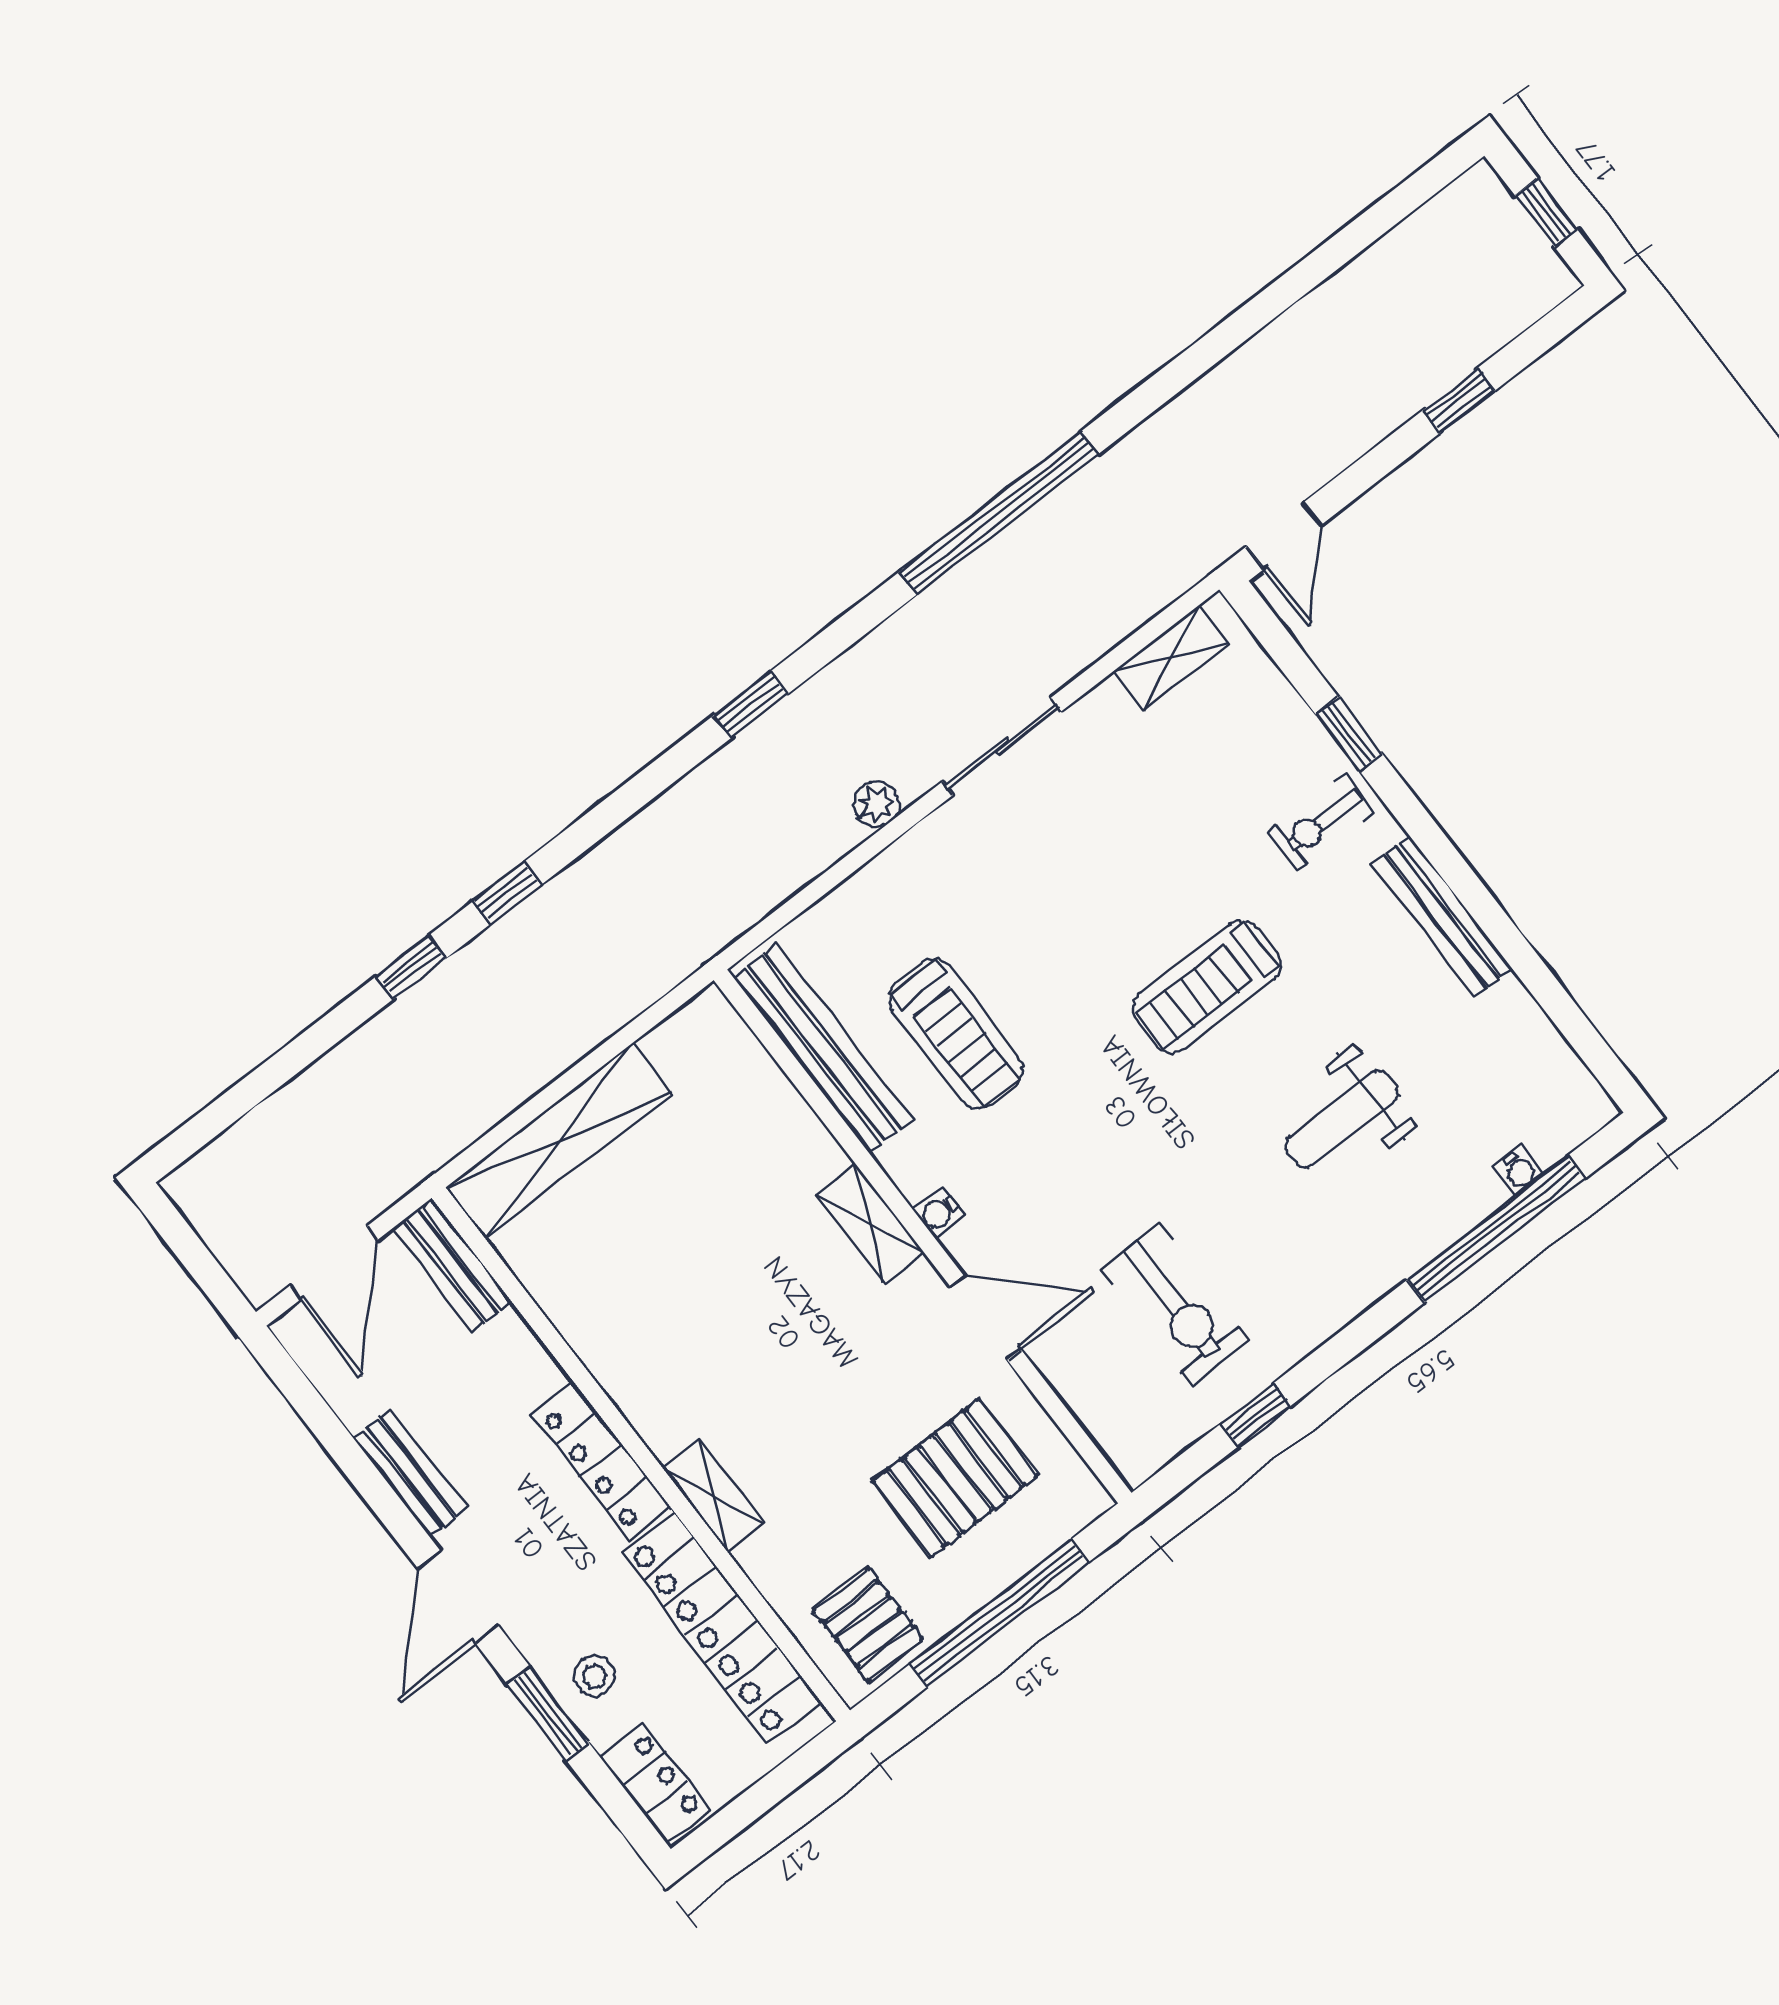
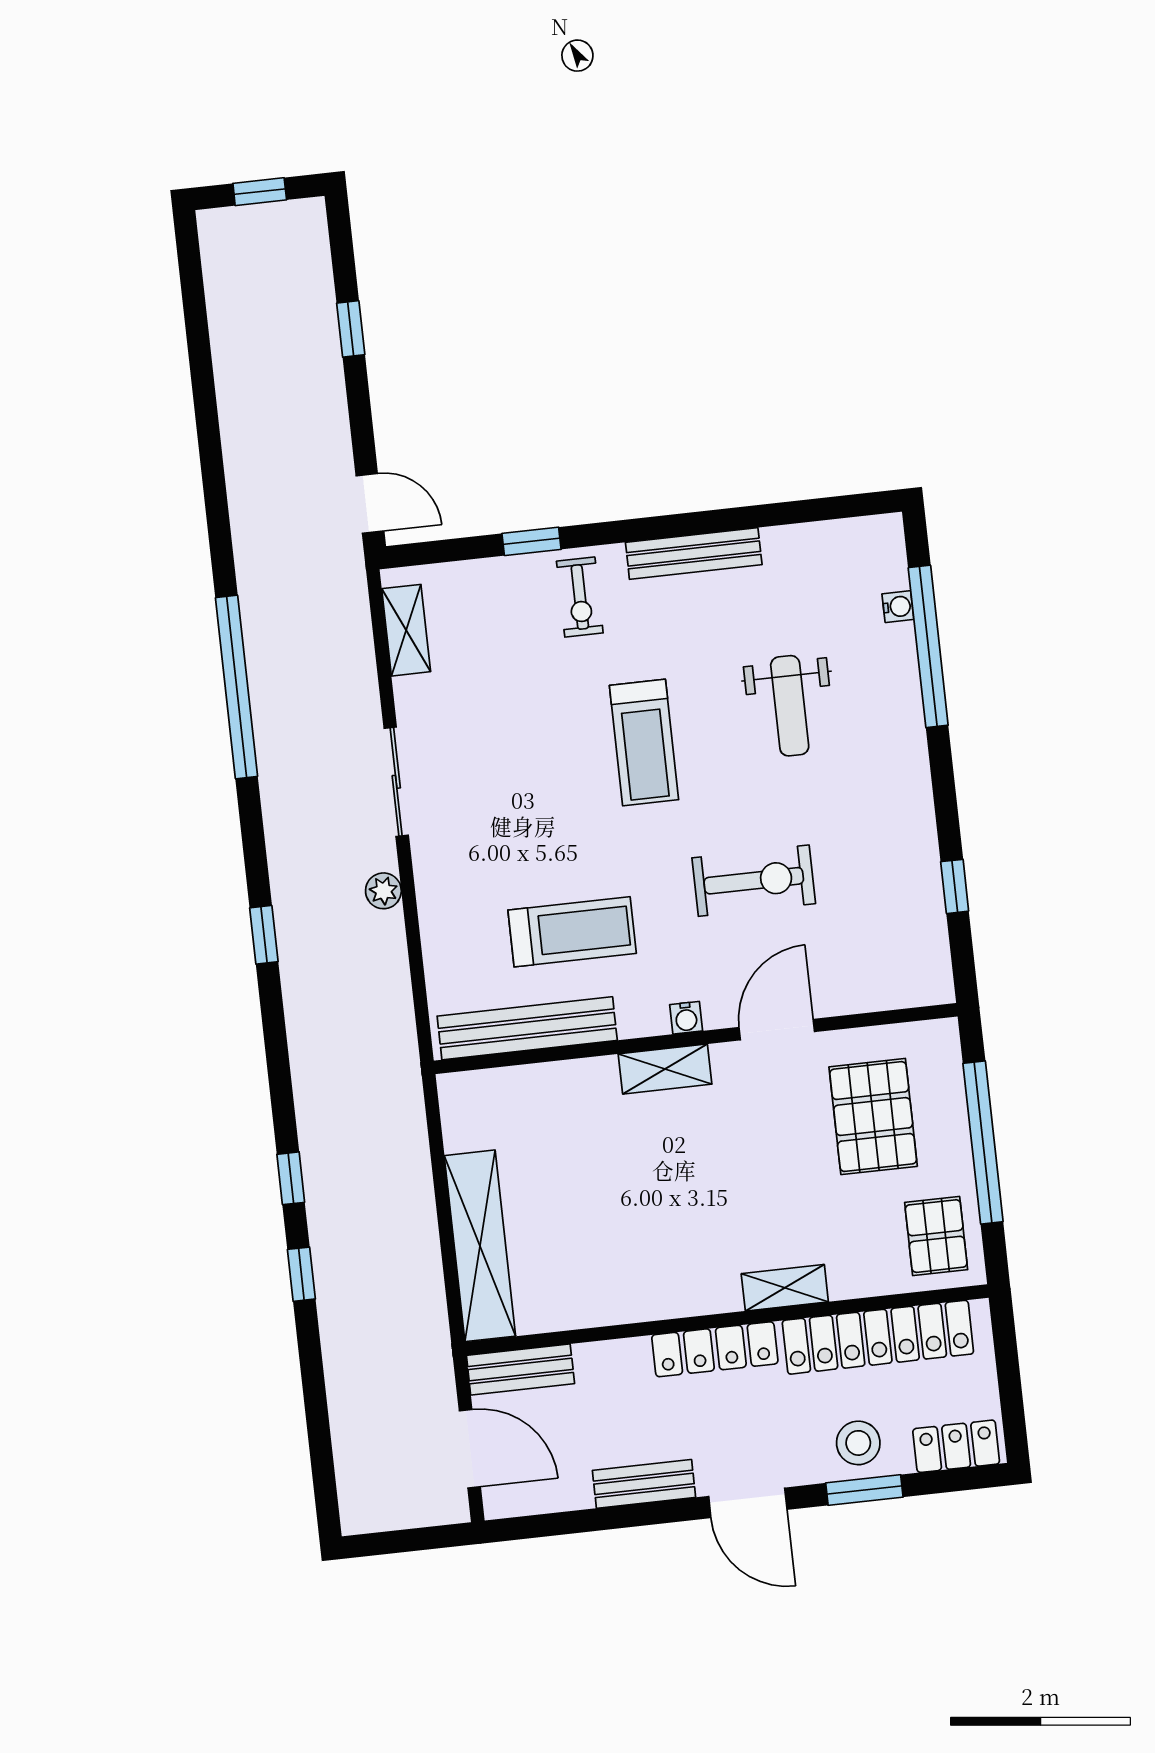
exercise bike: (1175, 1305) -> (754, 881), moved
pallet: (868, 1624) -> (936, 1236), turned 90
stool: (595, 1676) -> (858, 1443), width x1.37, depth x1.37

